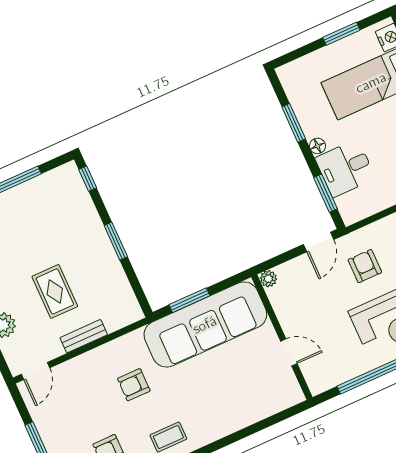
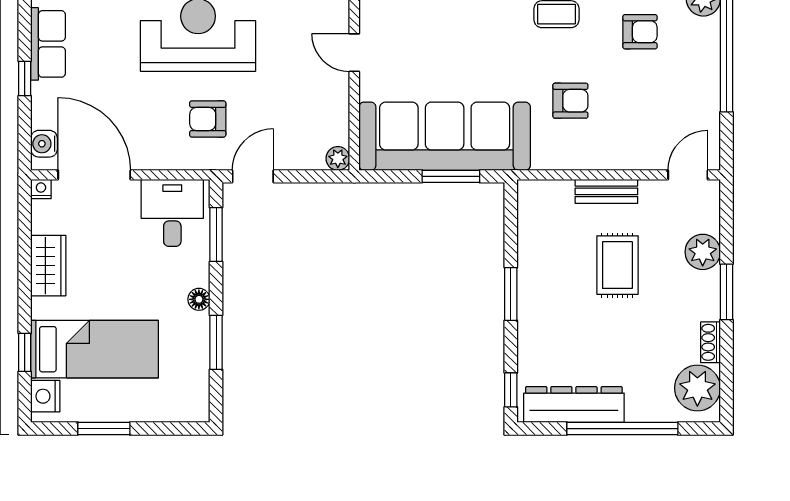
desk: (345, 168) -> (172, 213), moved, turned -90
dresser: (42, 188) -> (574, 405), added
armchair: (365, 266) -> (208, 119), turned 90

